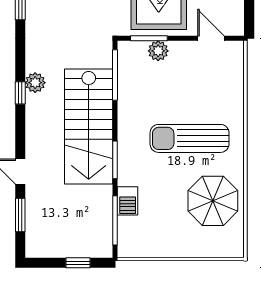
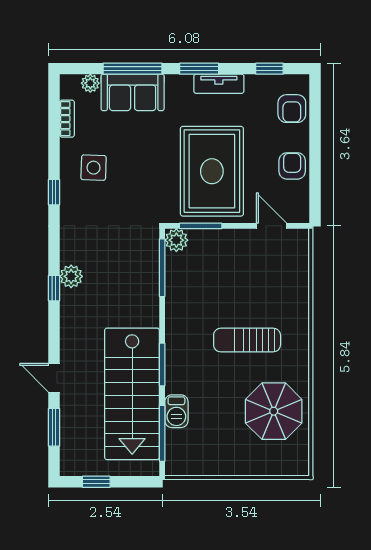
plant: (158, 51) -> (176, 240), moved
stairs: (89, 126) -> (132, 394), moved
sun lounger: (190, 138) -> (247, 340), width x0.73, depth x0.75
window: (78, 263) -> (96, 482), moved

